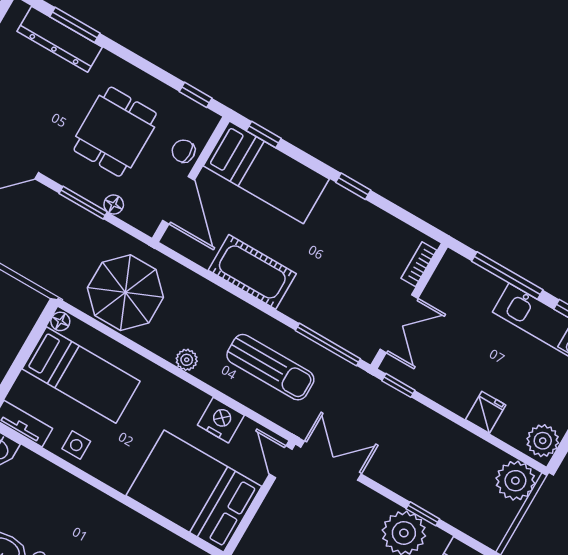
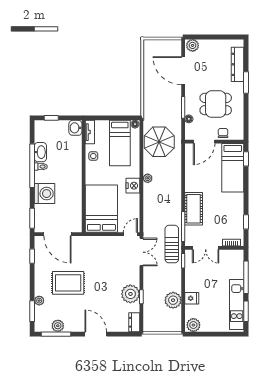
window: (75, 25) -> (246, 83), moved
window: (196, 95) -> (246, 126), removed
window: (353, 186) -> (246, 222), moved
cot: (252, 272) -> (194, 209), moved
sun lounger: (270, 367) -> (172, 244), moved, turned 180
nightstand: (221, 420) -> (133, 186), moved
plant: (515, 481) -> (173, 300), moved

